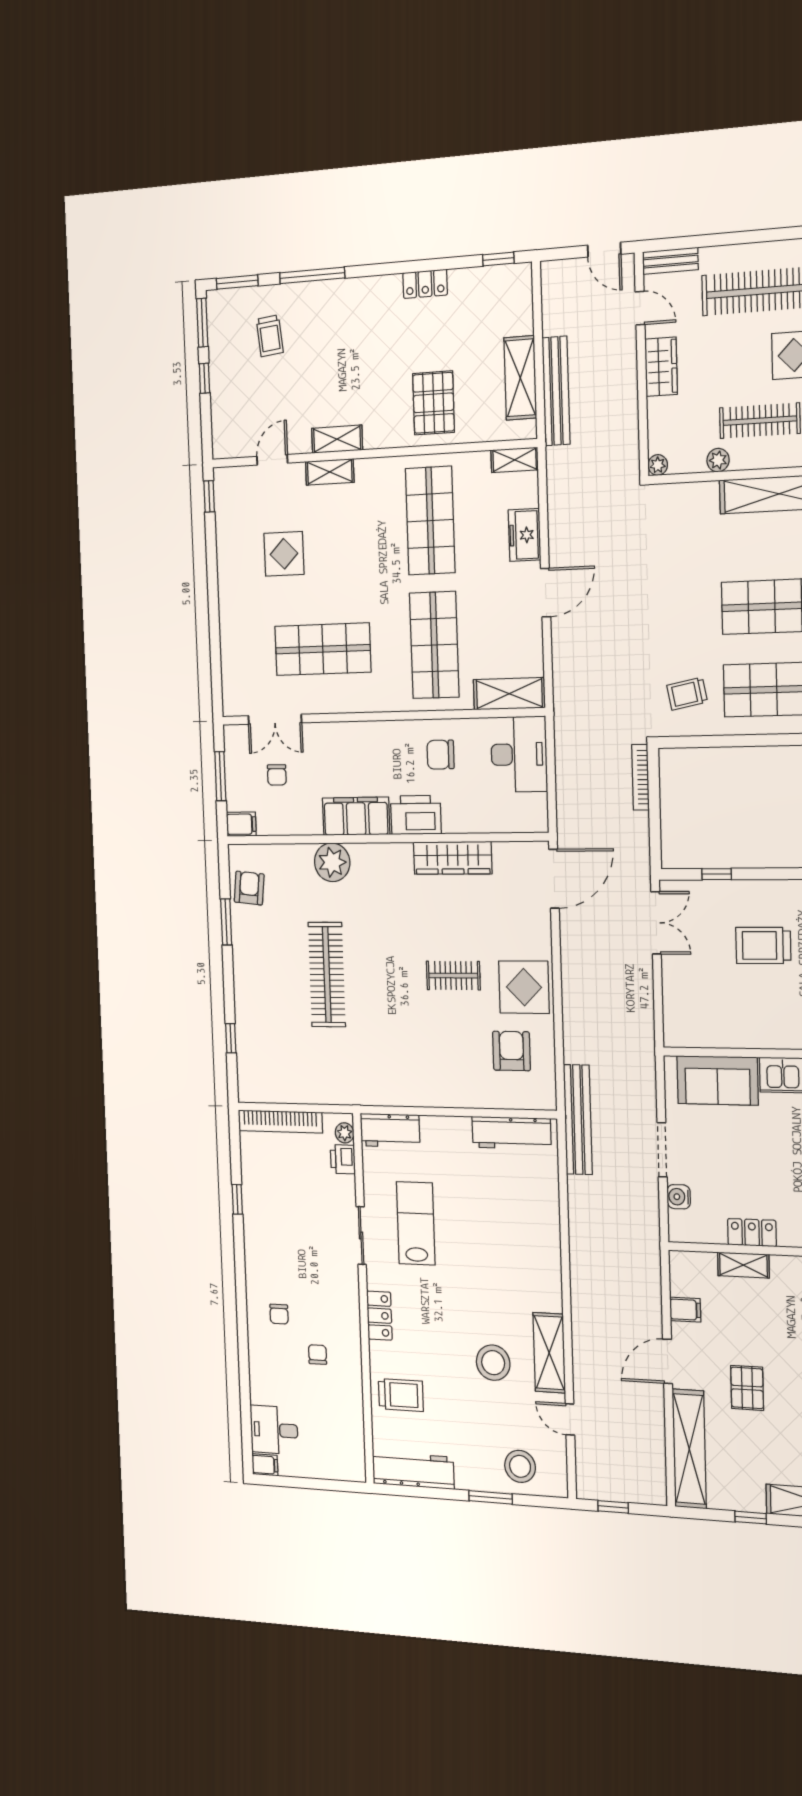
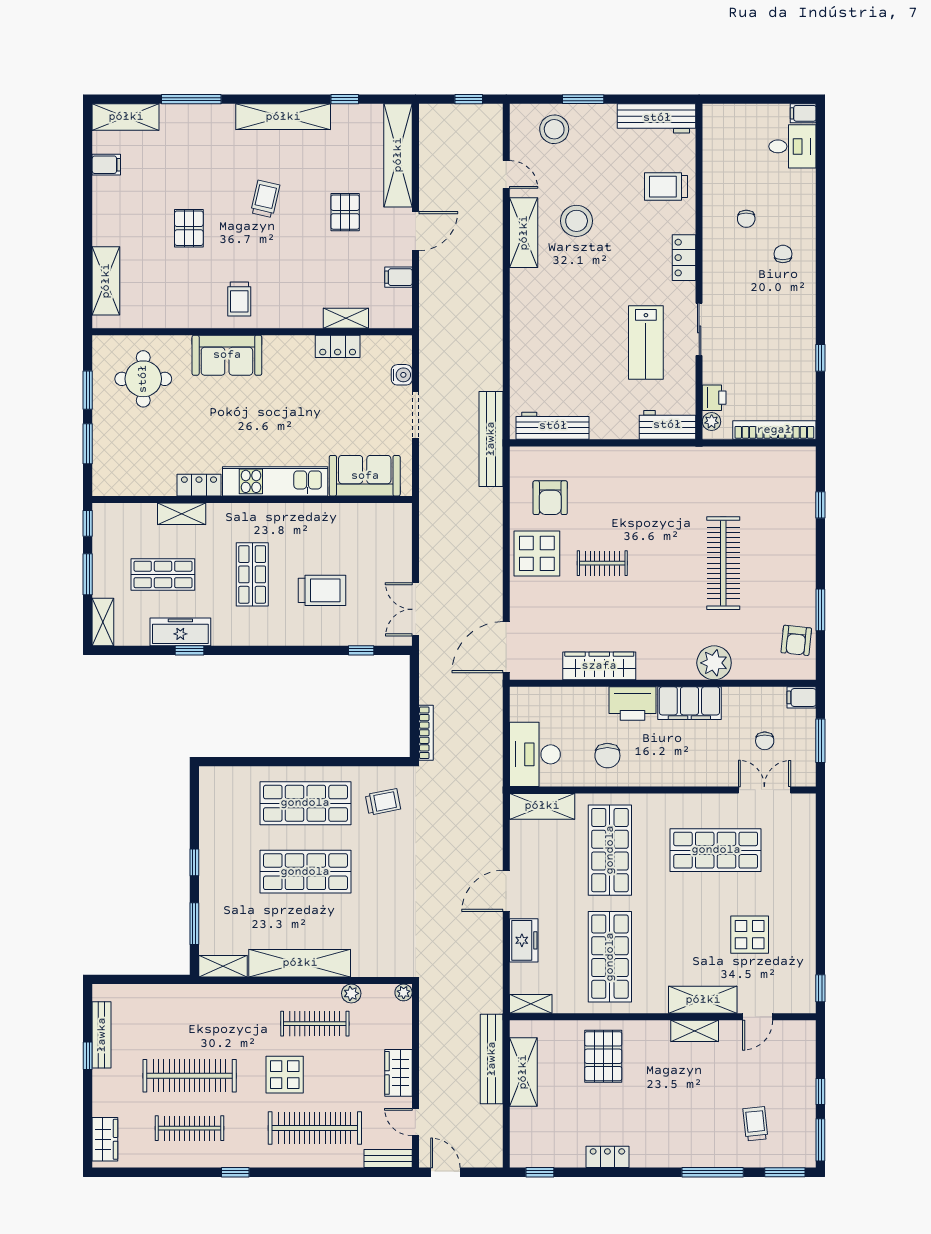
shelving: (330, 472) -> (703, 1000), width x1.50, depth x1.33
chair: (441, 755) -> (607, 756), turned 90
chair: (277, 775) -> (765, 741), turned 180

